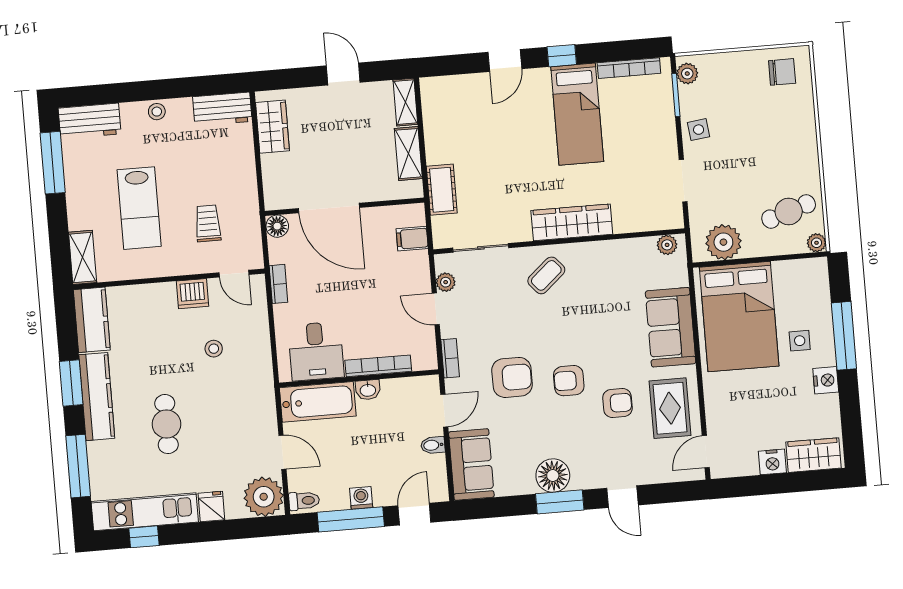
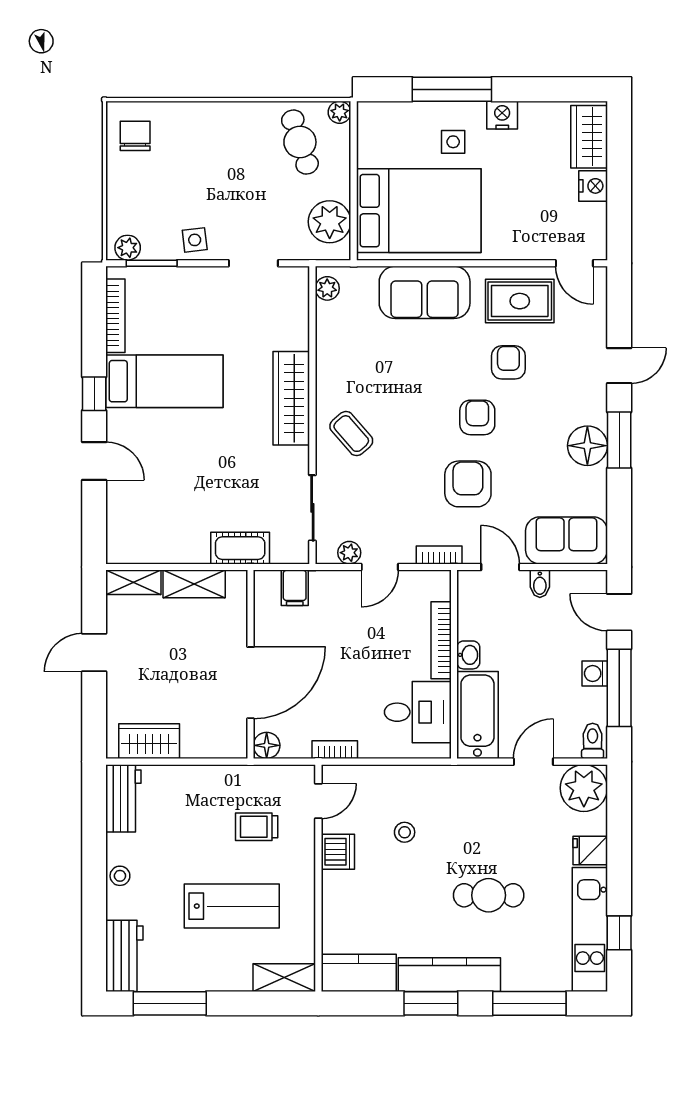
armchair: (569, 381) -> (477, 417), turned 180

